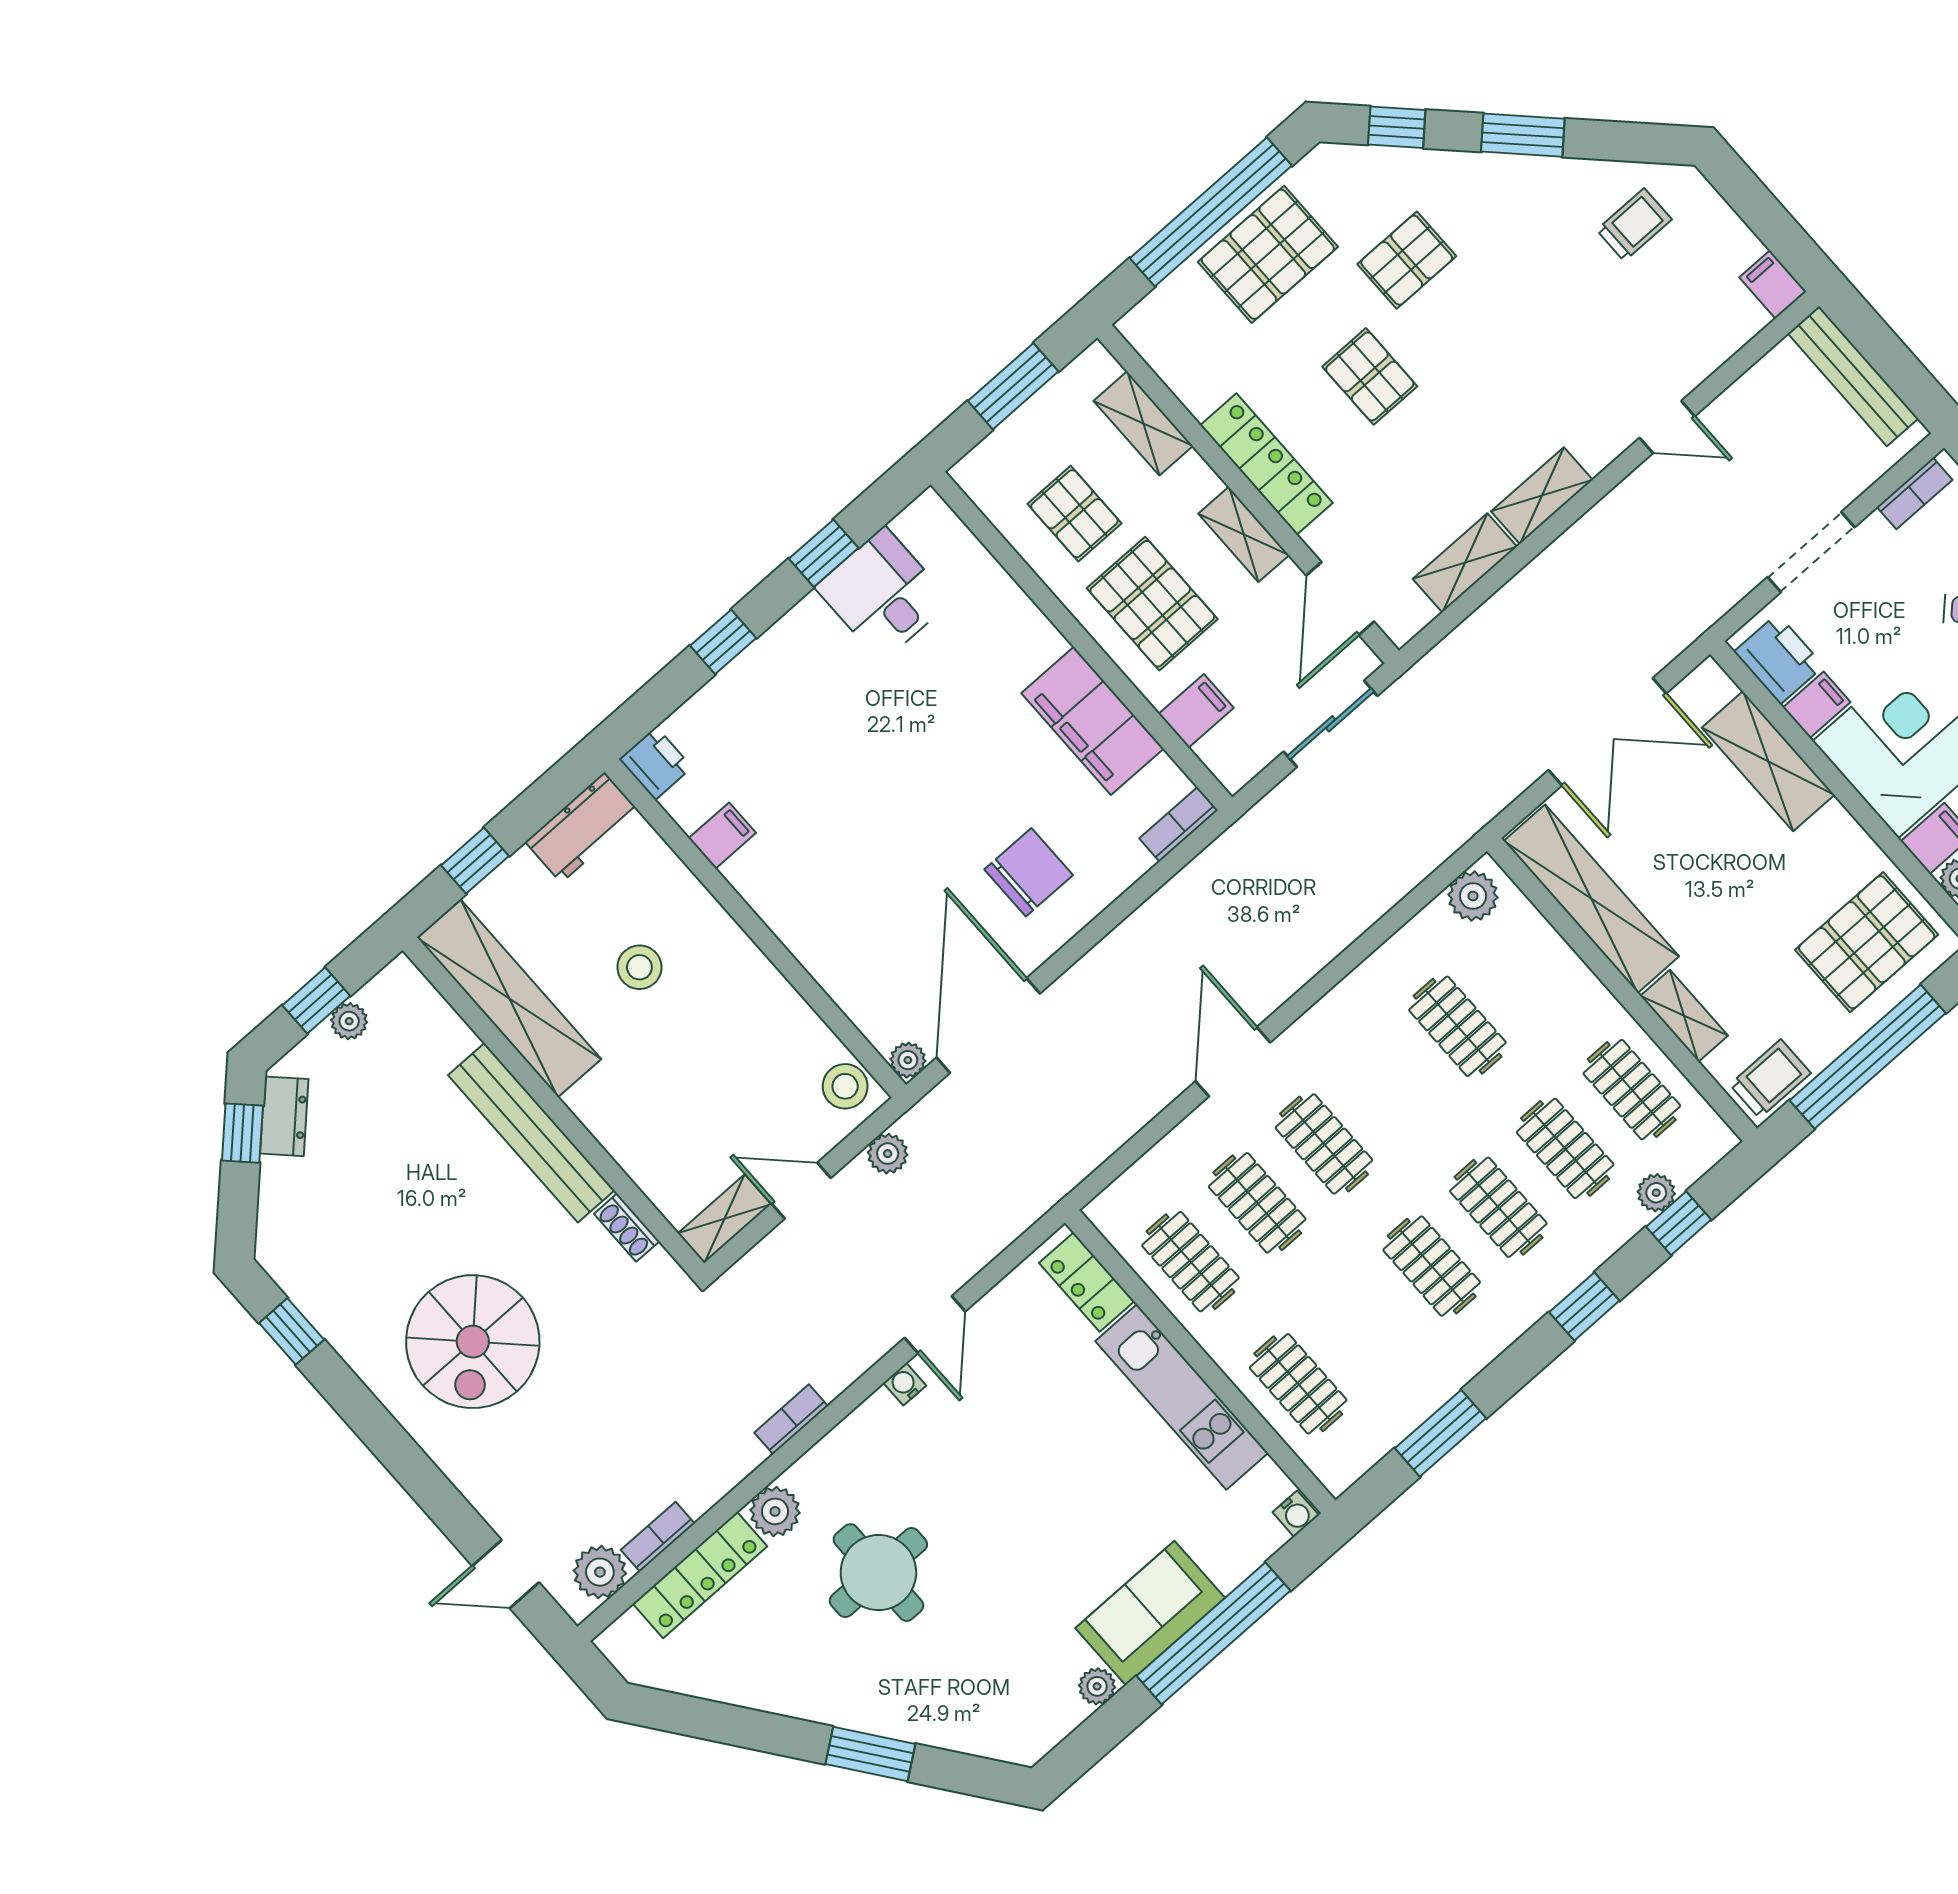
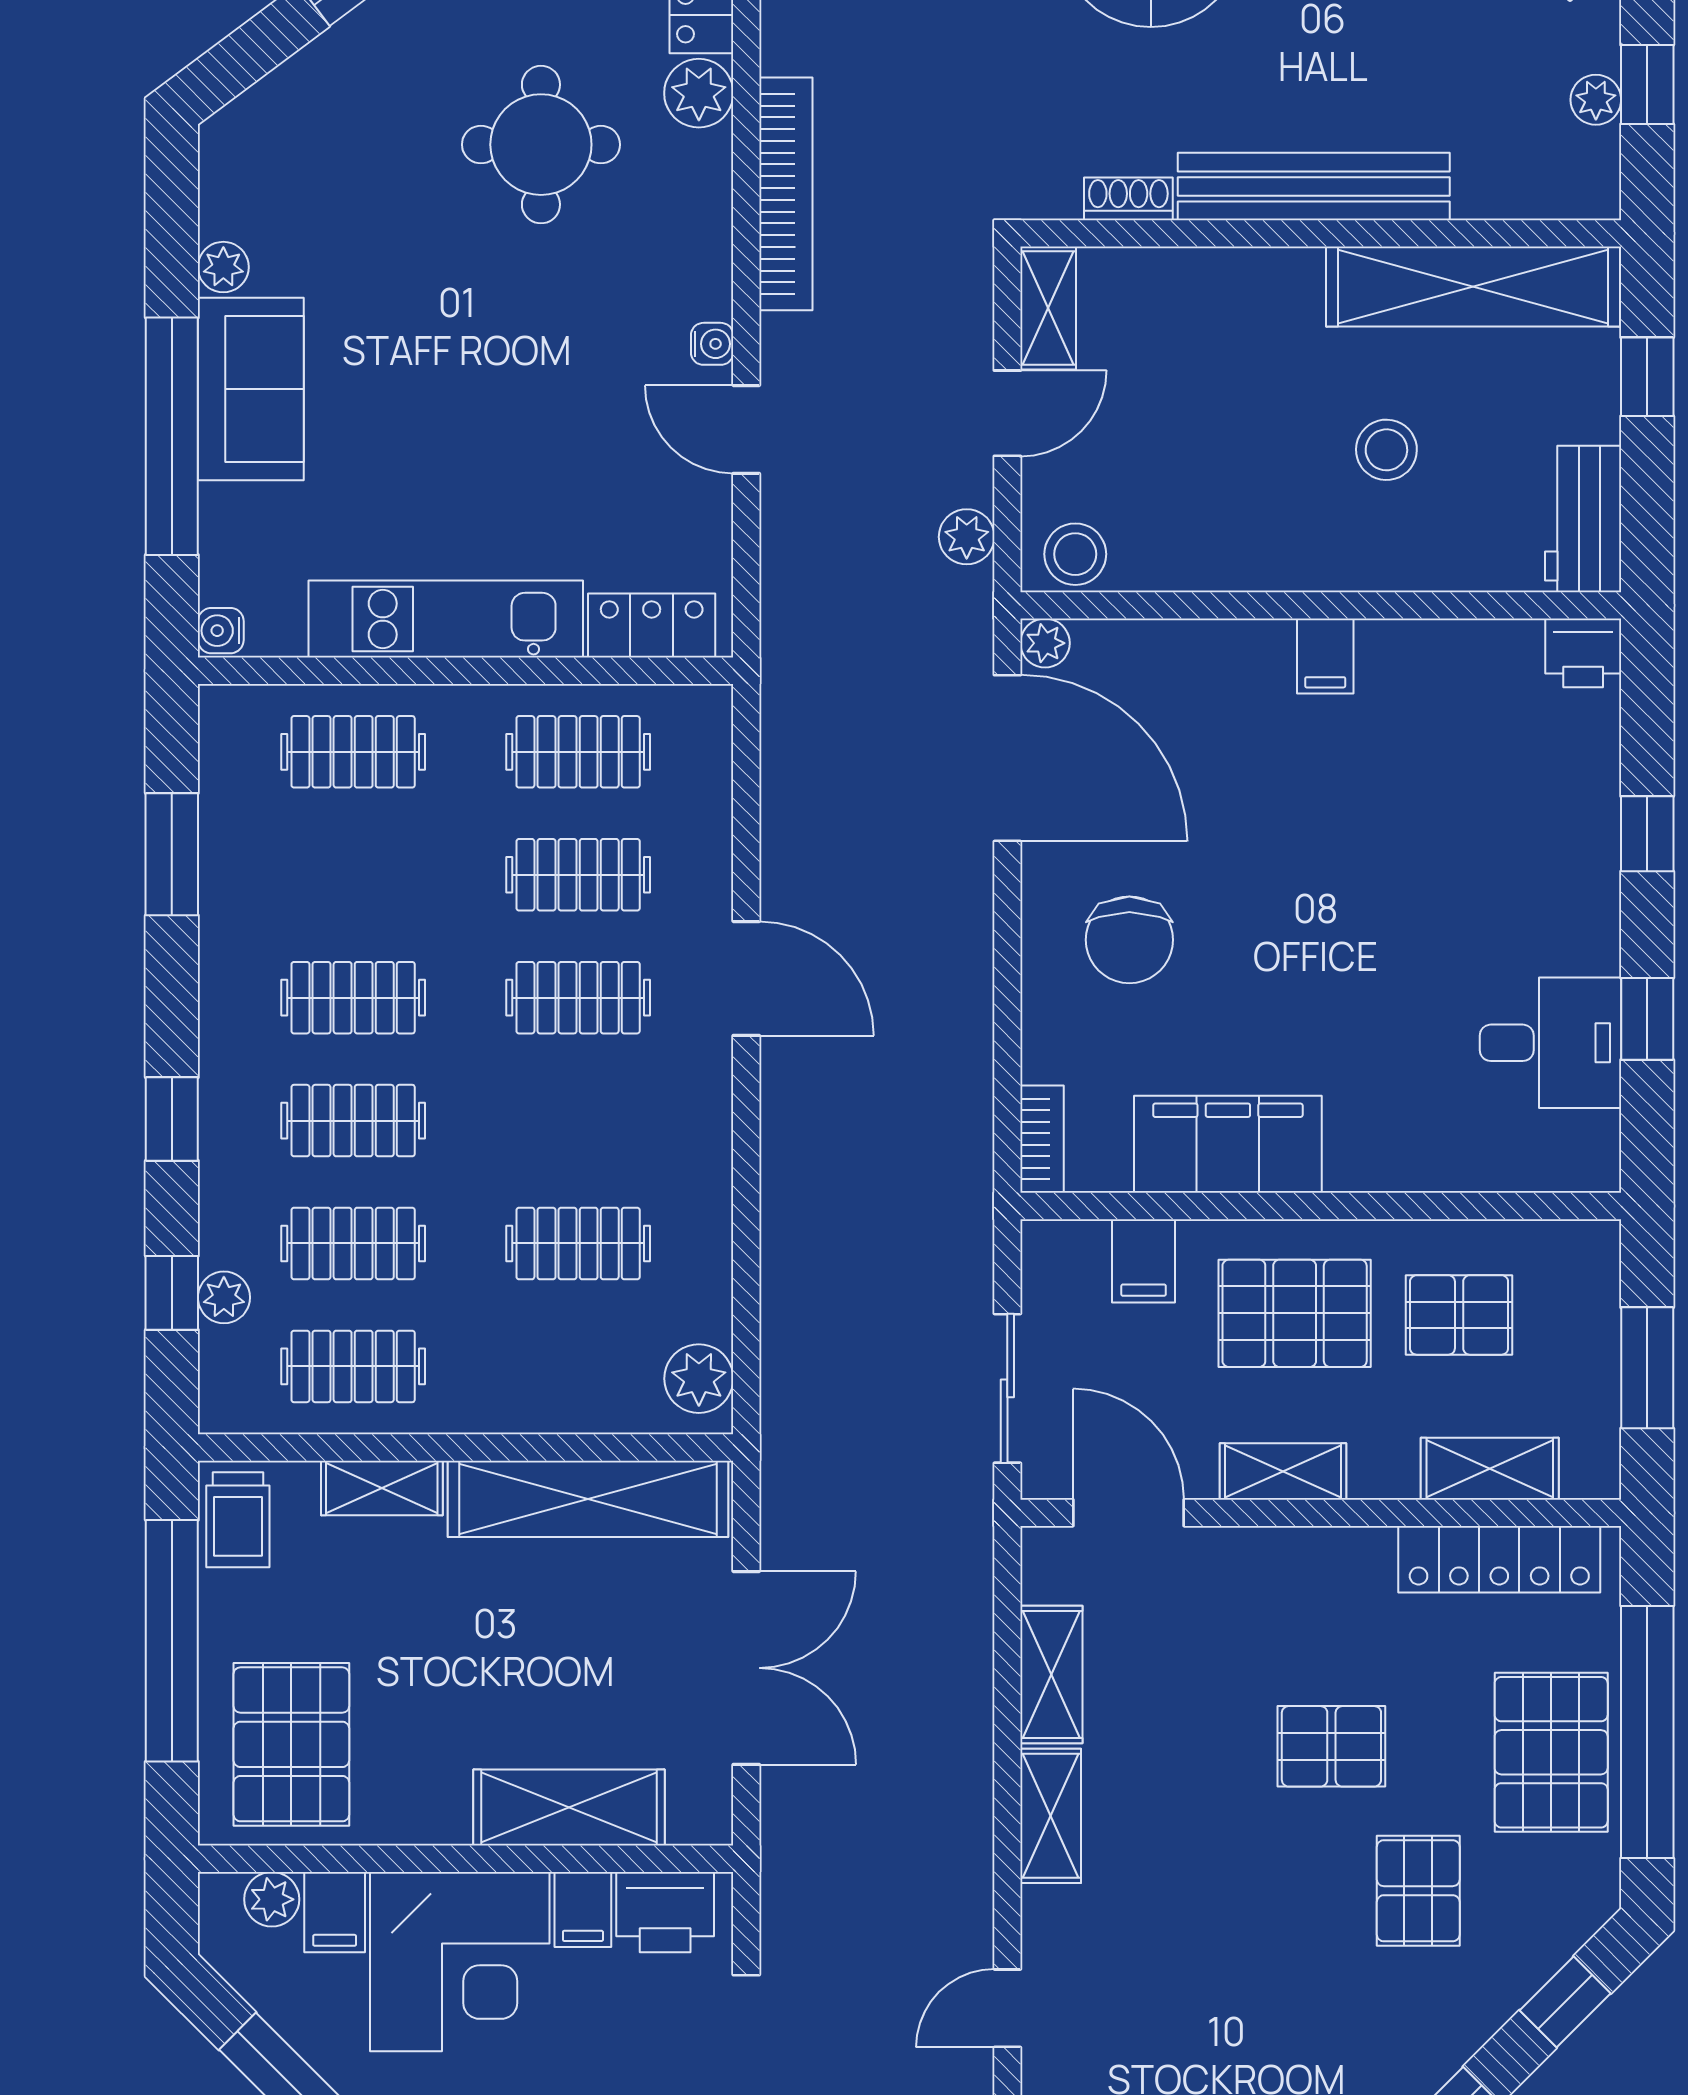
locker: (1266, 464) -> (1499, 1559), moved
double door: (1607, 732) -> (746, 1668), swing flipped
filing cabinet: (722, 836) -> (1325, 656), moved
bookcase: (791, 1419) -> (786, 194), width x2.31, depth x1.31

